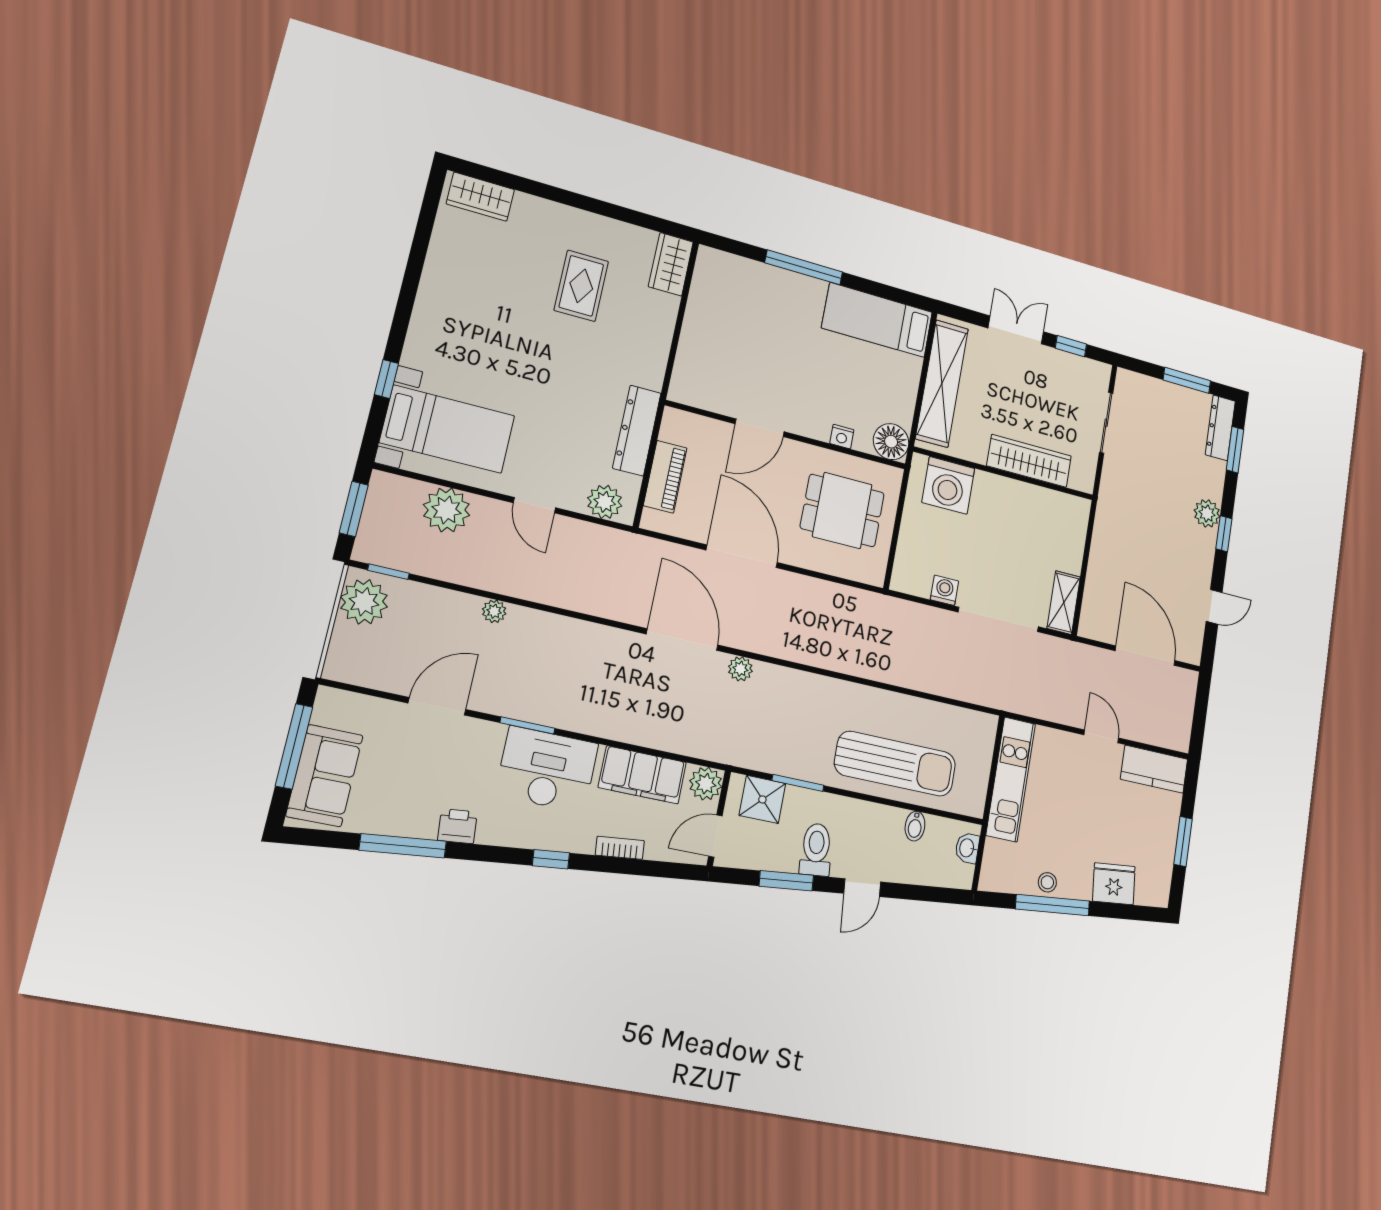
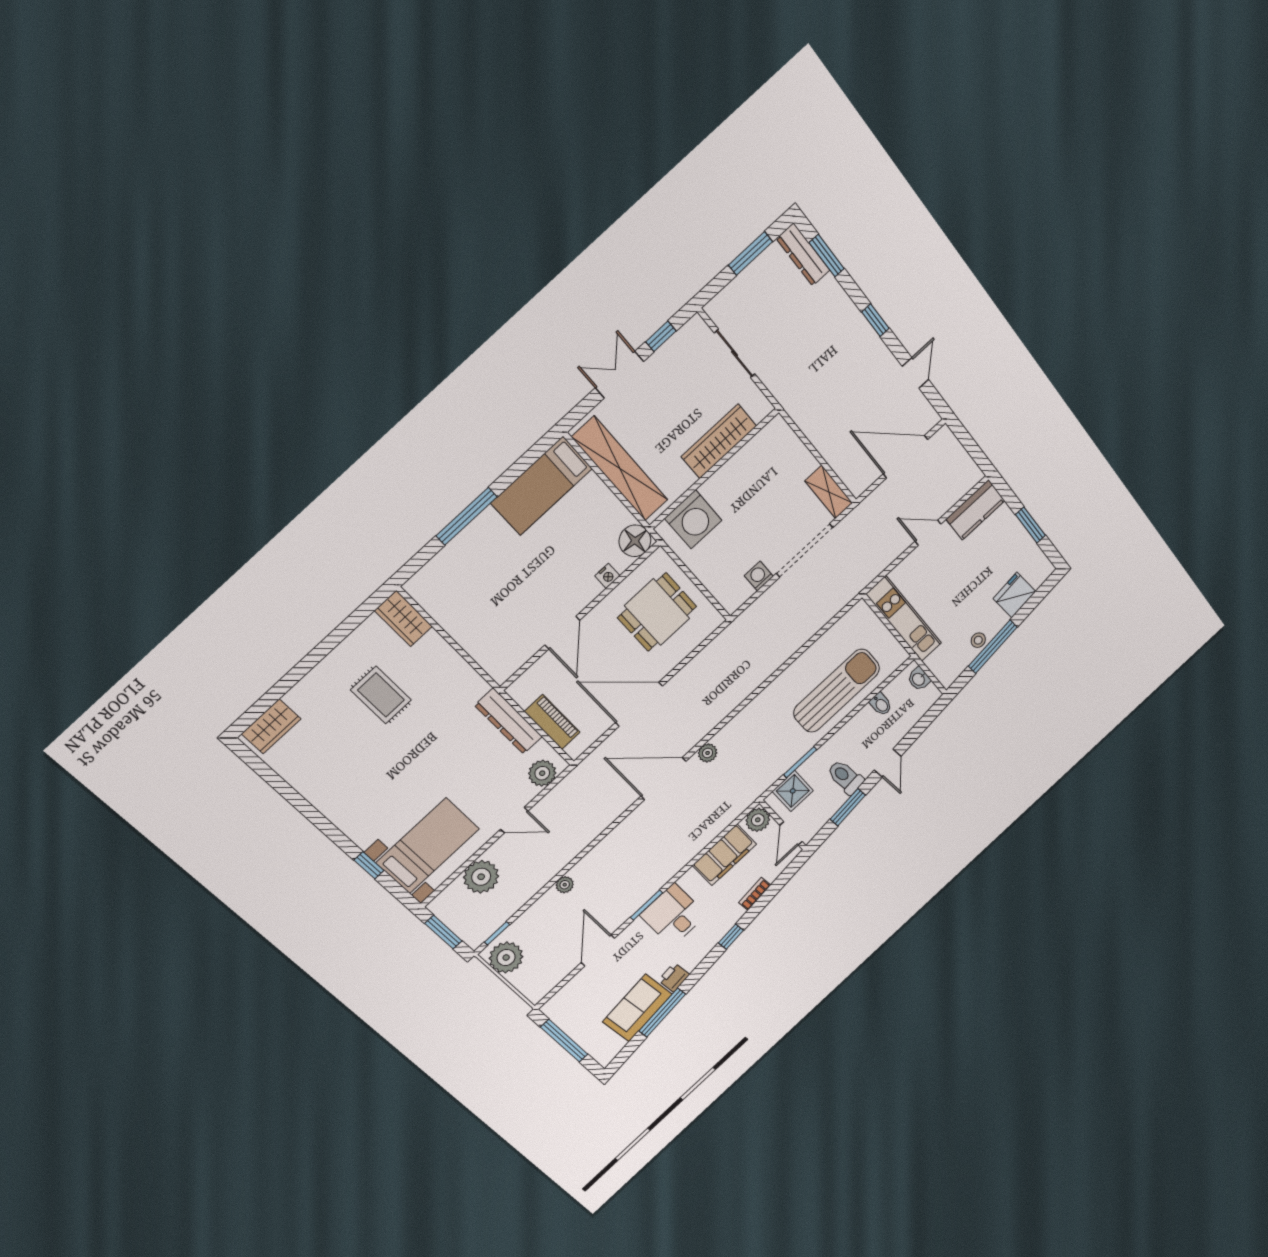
plant: (1207, 513) -> (853, 322), removed
desk: (547, 769) -> (673, 915), width x0.73
sofa: (325, 776) -> (637, 1008), moved, turned -96

